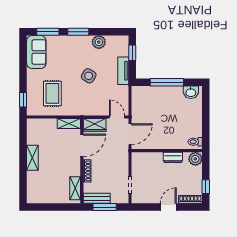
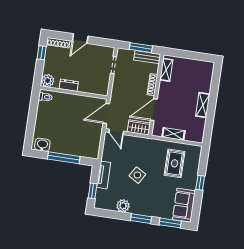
window: (23, 100) -> (200, 183), moved
shelving: (69, 124) -> (174, 134), moved

